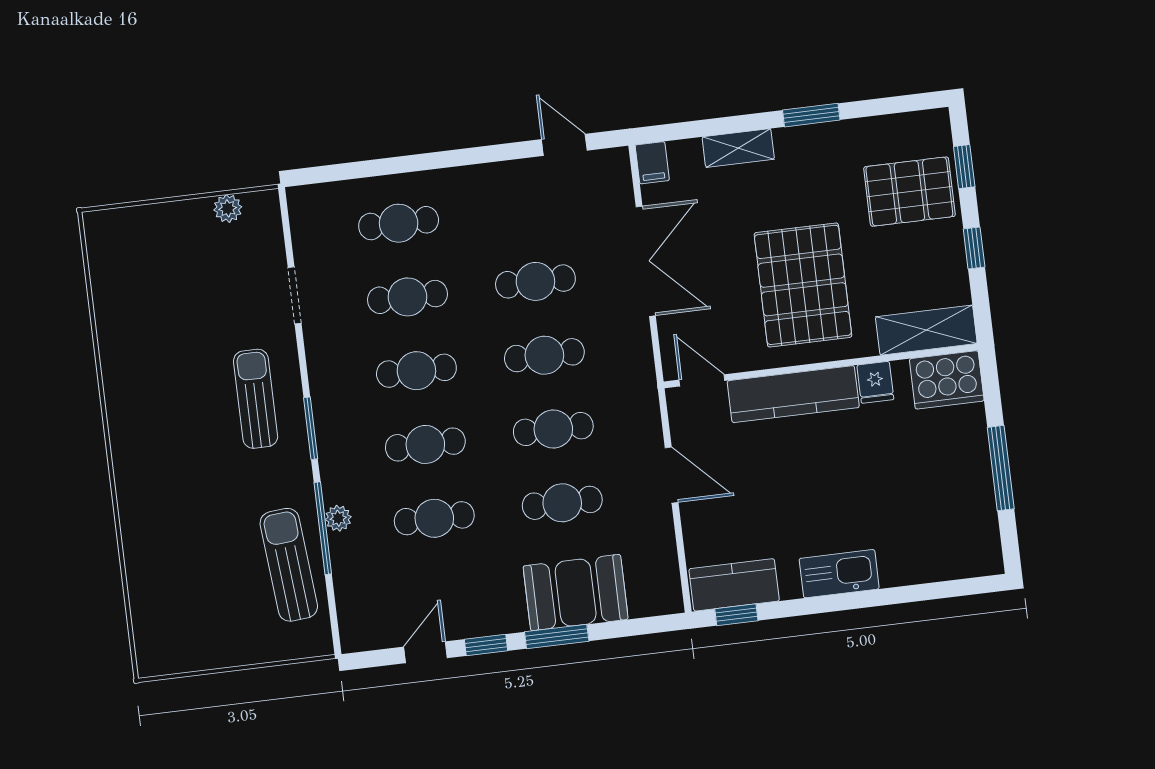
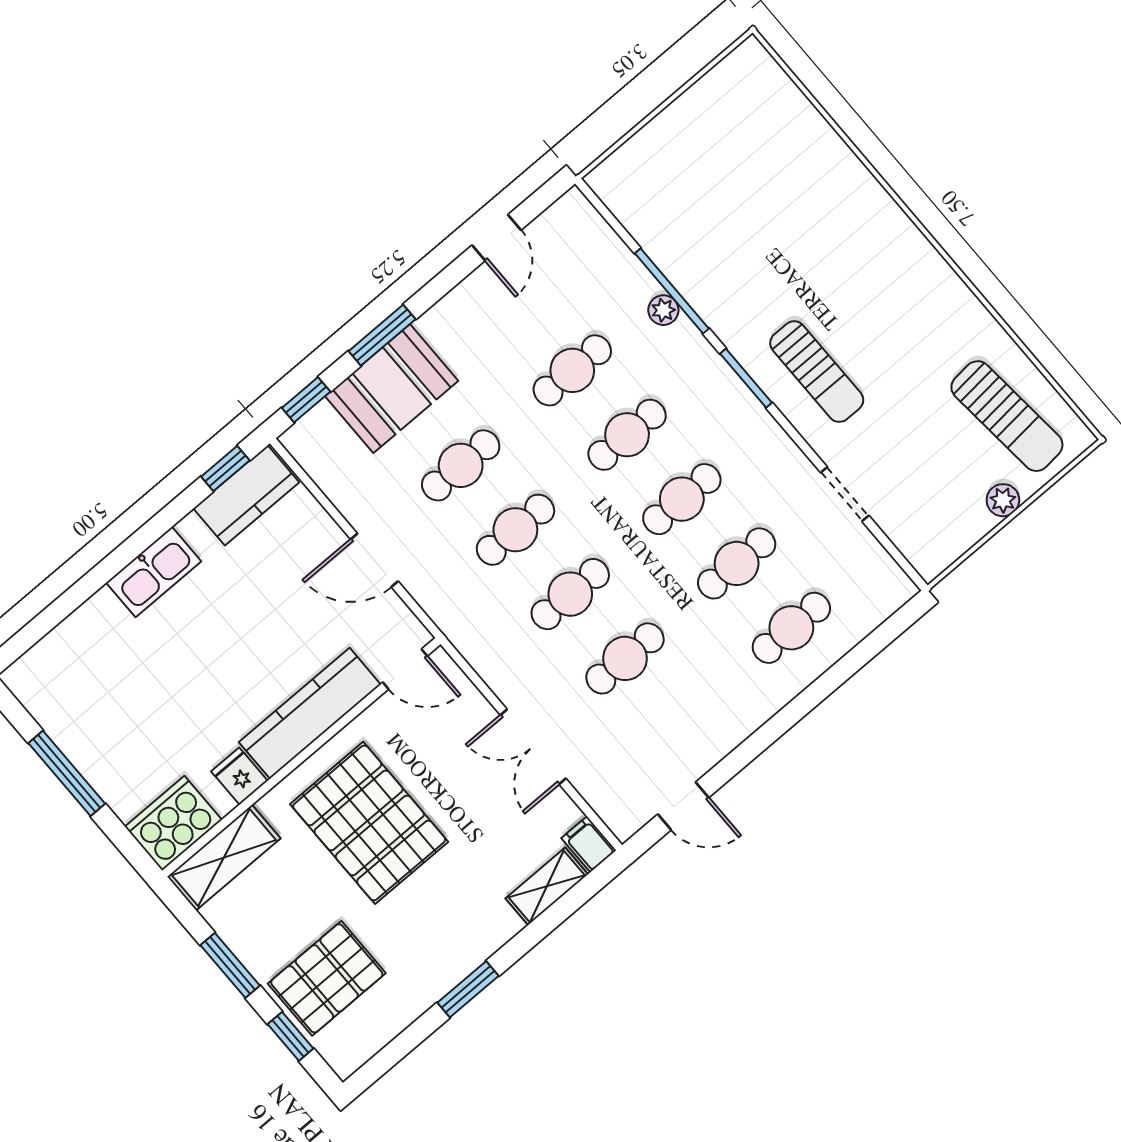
shelving: (738, 148) -> (547, 886), moved
plant: (228, 208) -> (1003, 500), moved
window: (974, 248) -> (230, 965), width x1.50
double door: (646, 261) -> (533, 747), width x0.73
sun lounger: (289, 565) -> (1007, 416), moved
window: (486, 645) -> (306, 400), moved

